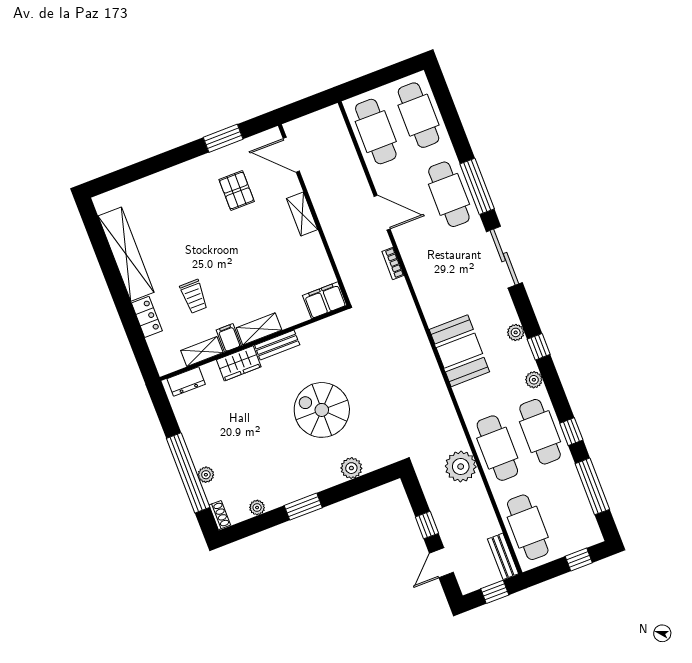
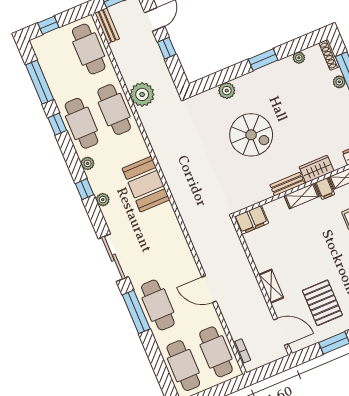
pallet: (237, 191) -> (322, 303), width x1.50, depth x1.42
bookcase: (393, 263) -> (242, 351), moved
shoe rack: (220, 515) -> (329, 55), width x1.43

